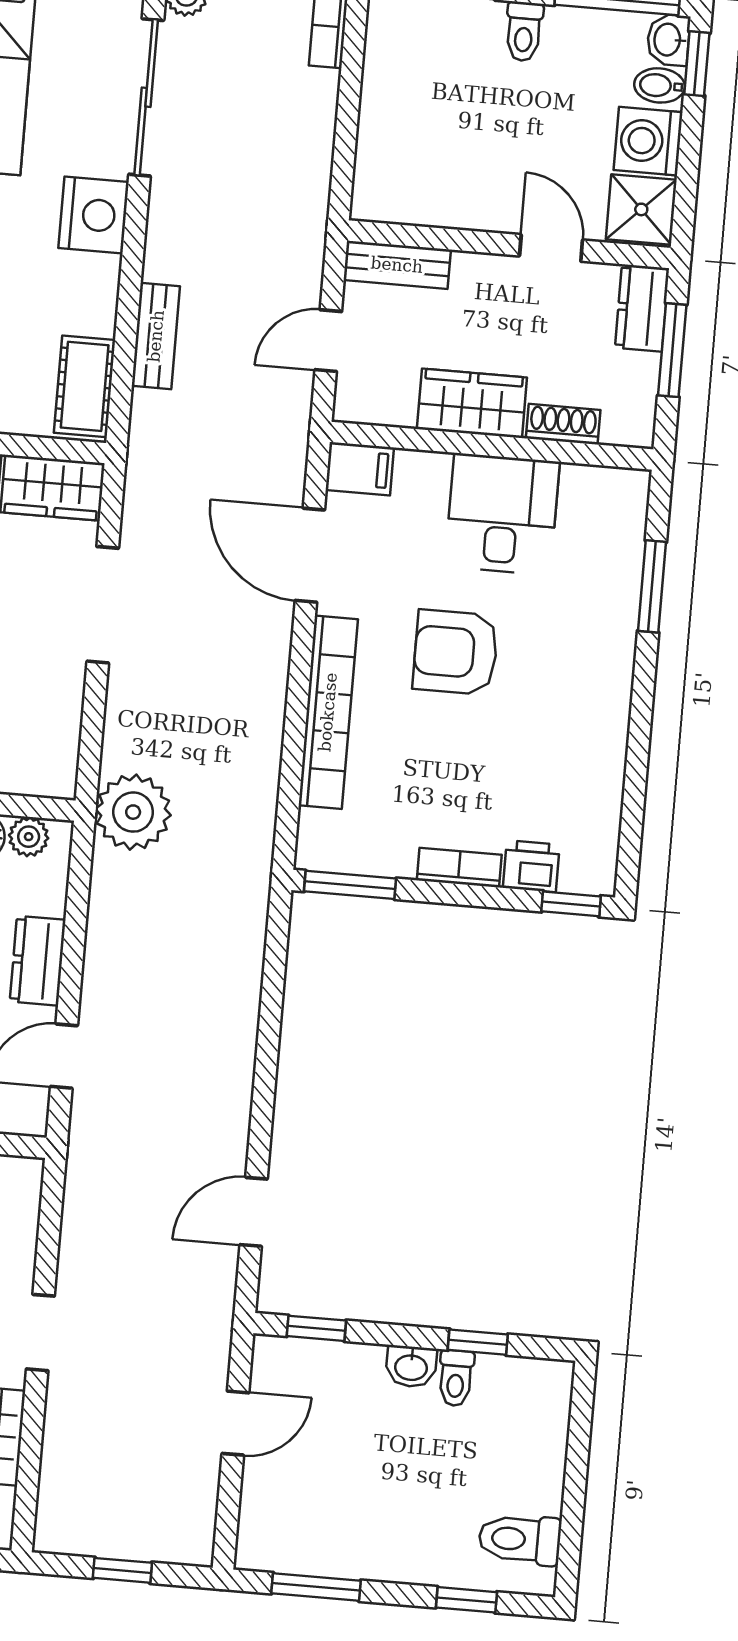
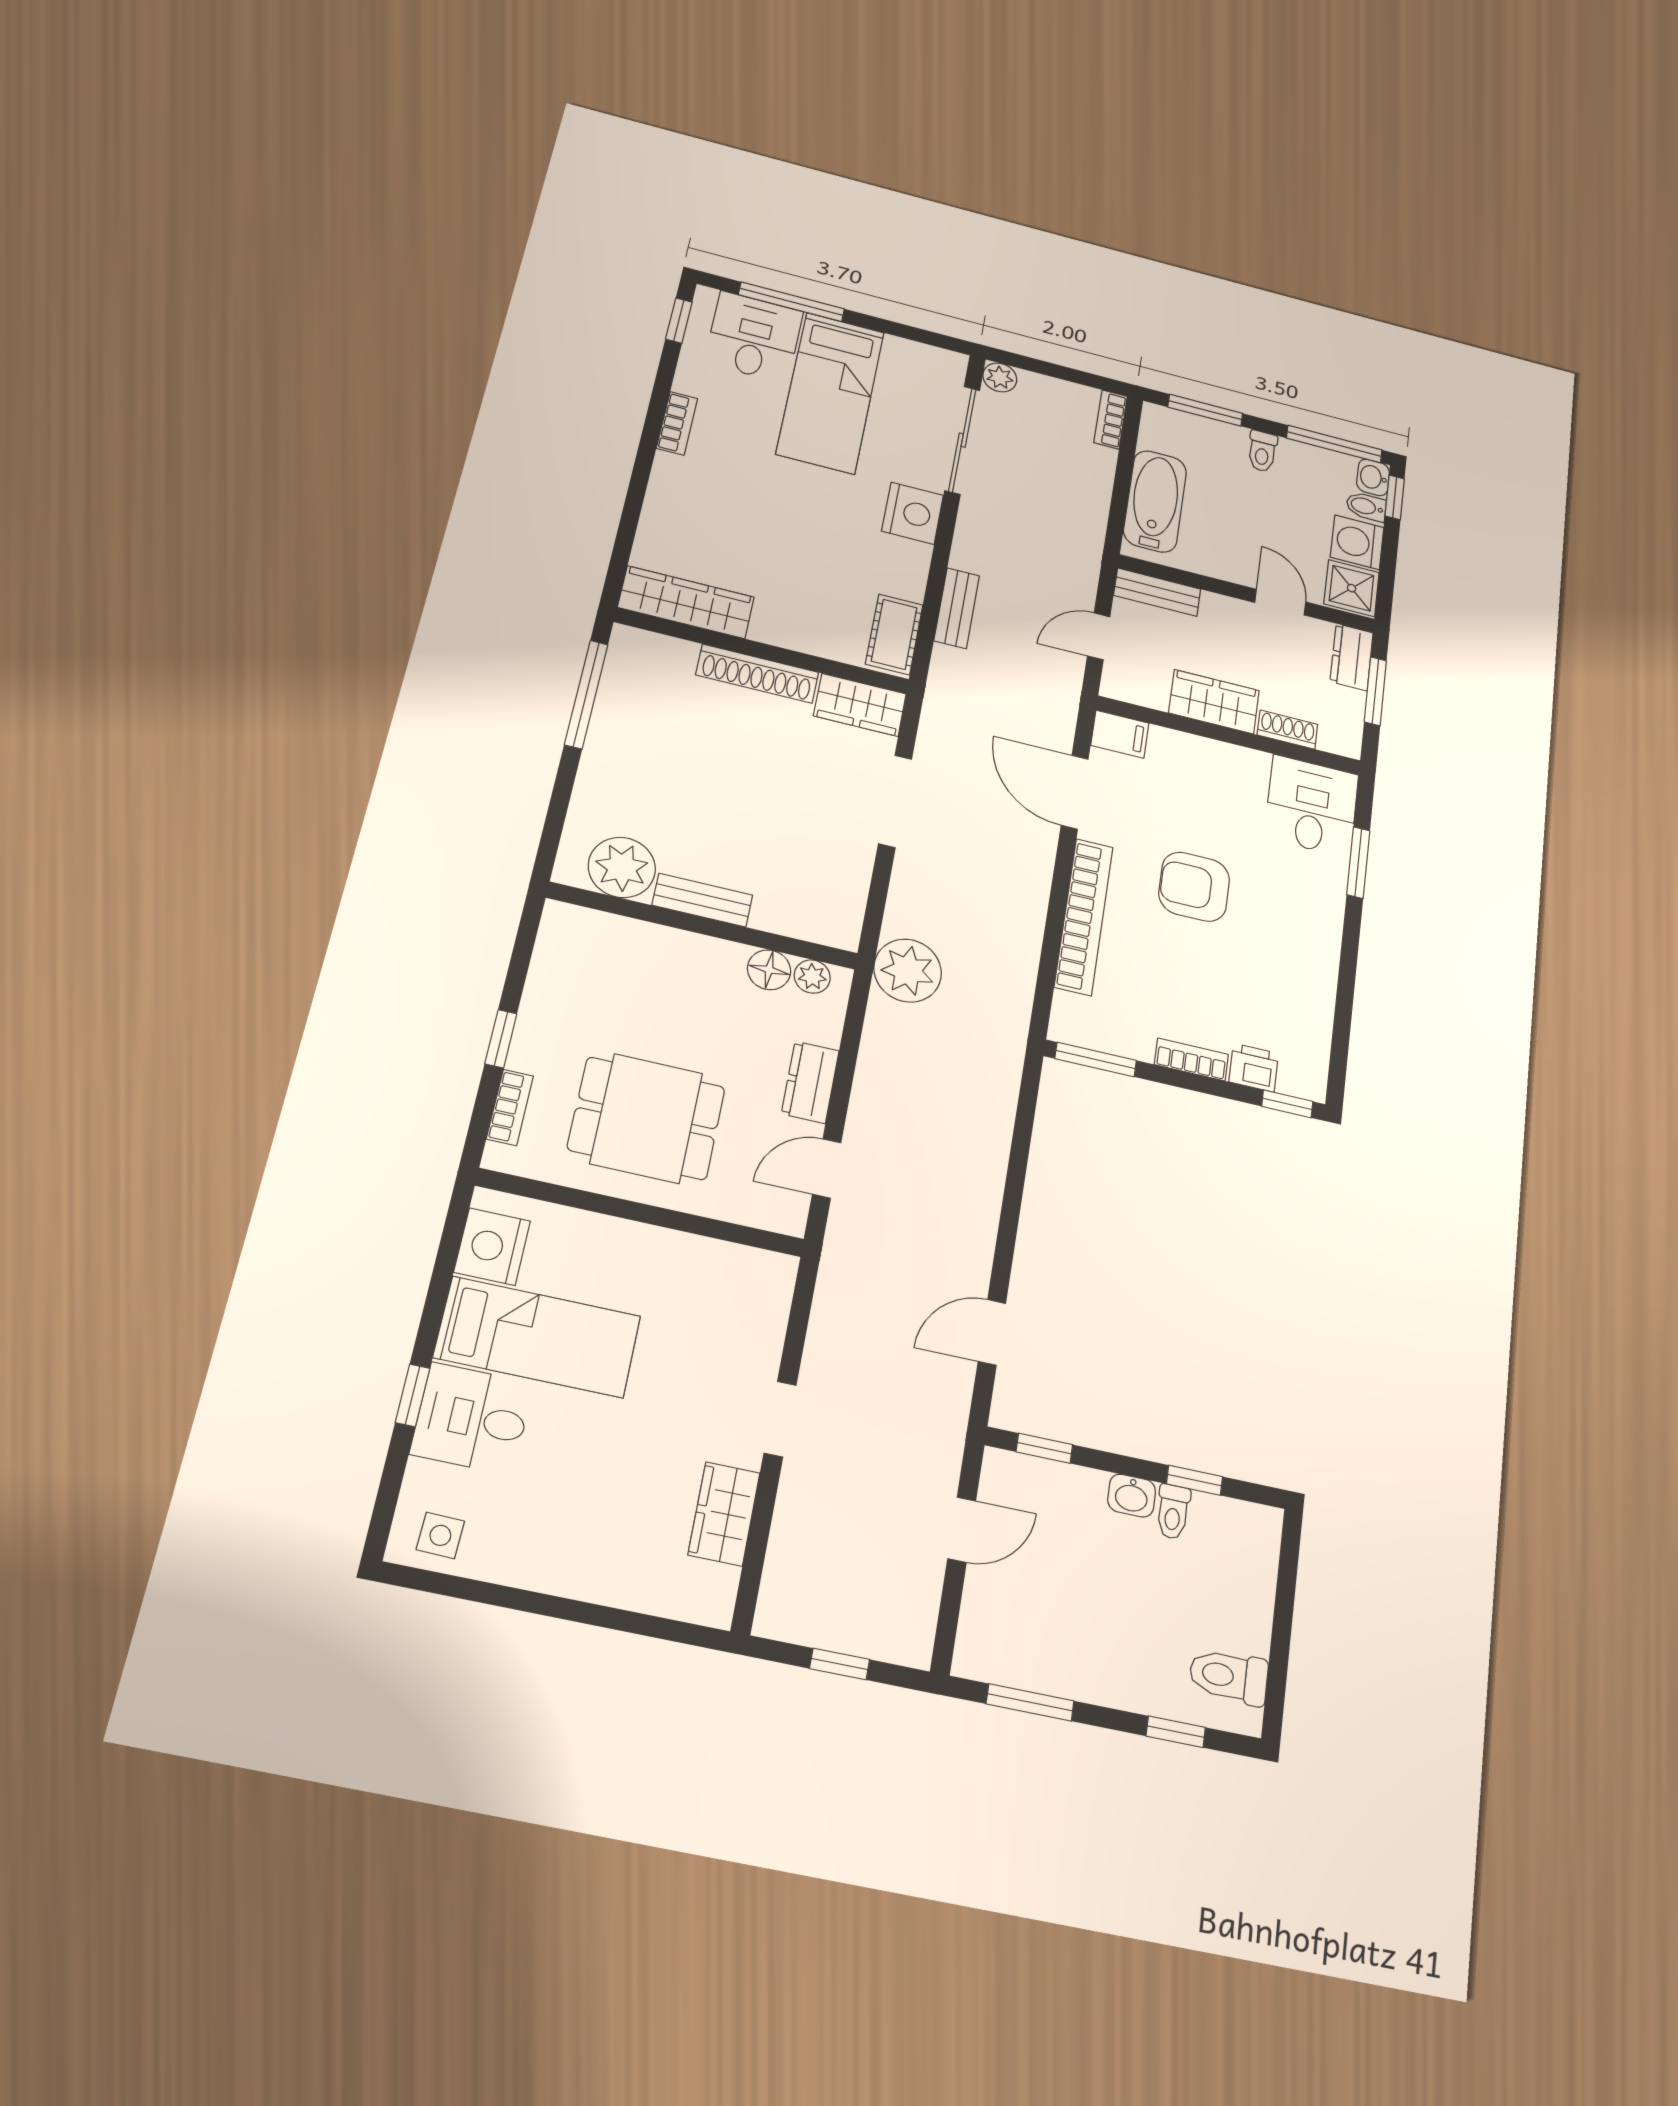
bathtub: (390, 135) -> (1155, 501), added
desk: (502, 514) -> (1312, 806), moved

